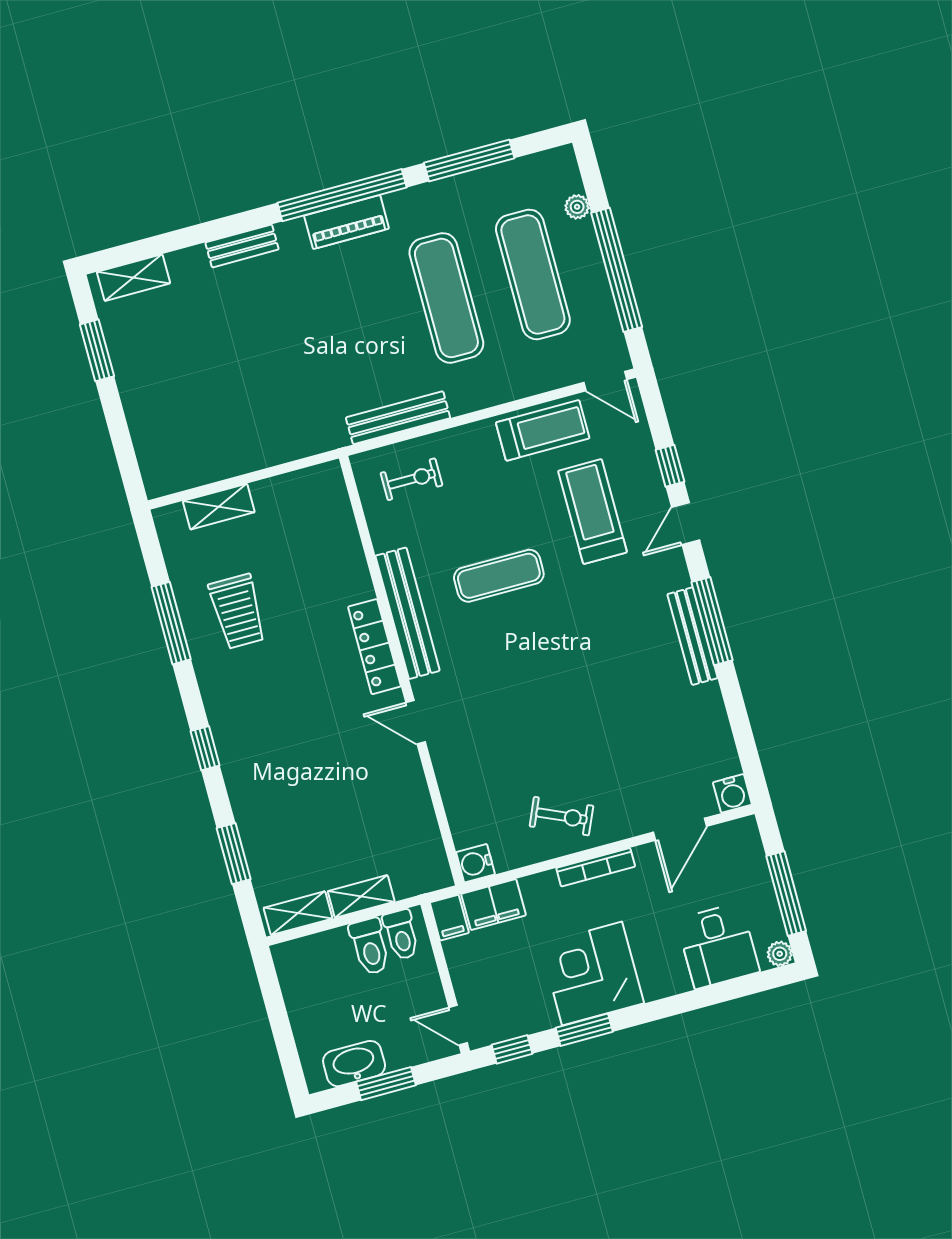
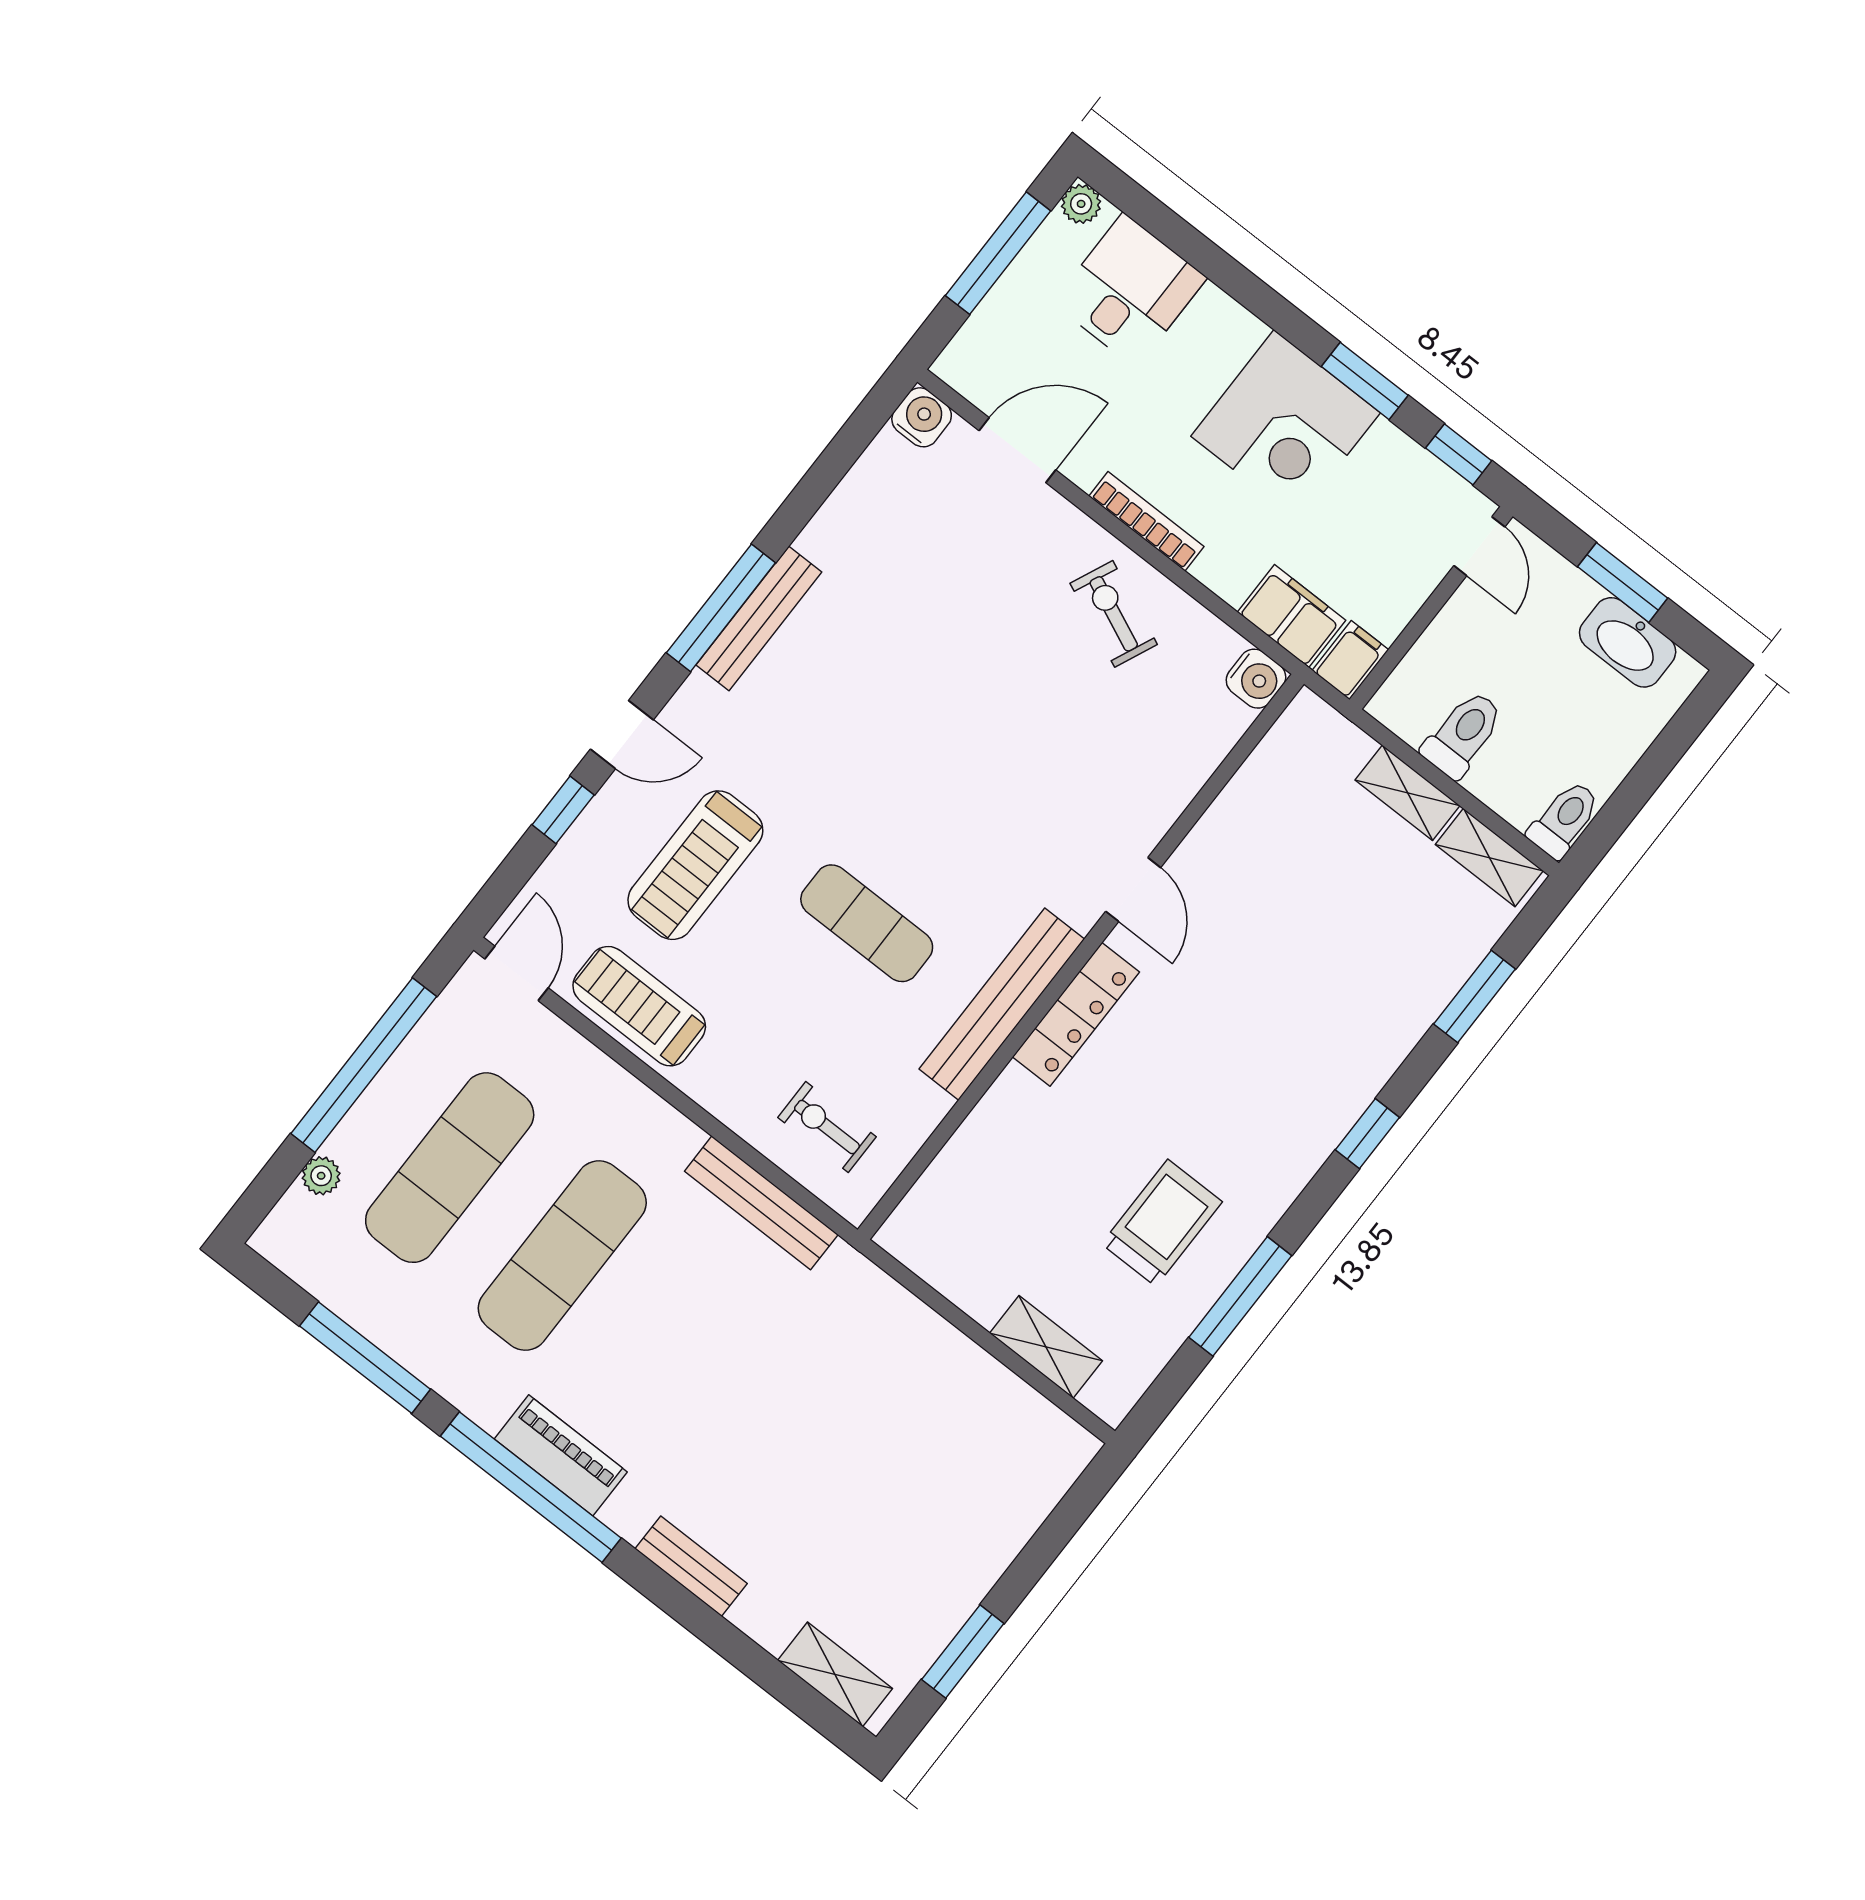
toilet: (401, 935) -> (1564, 819), moved

